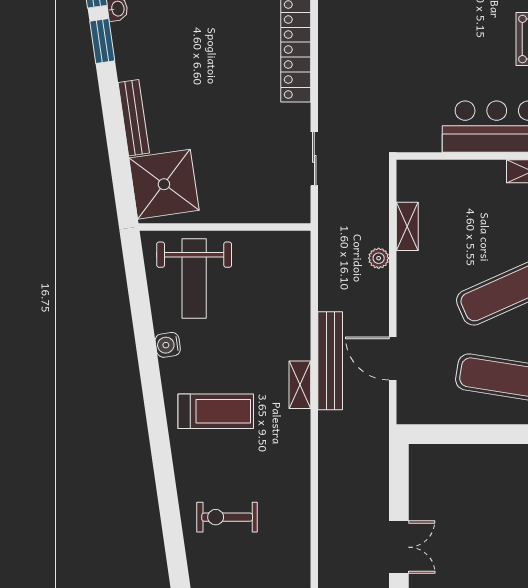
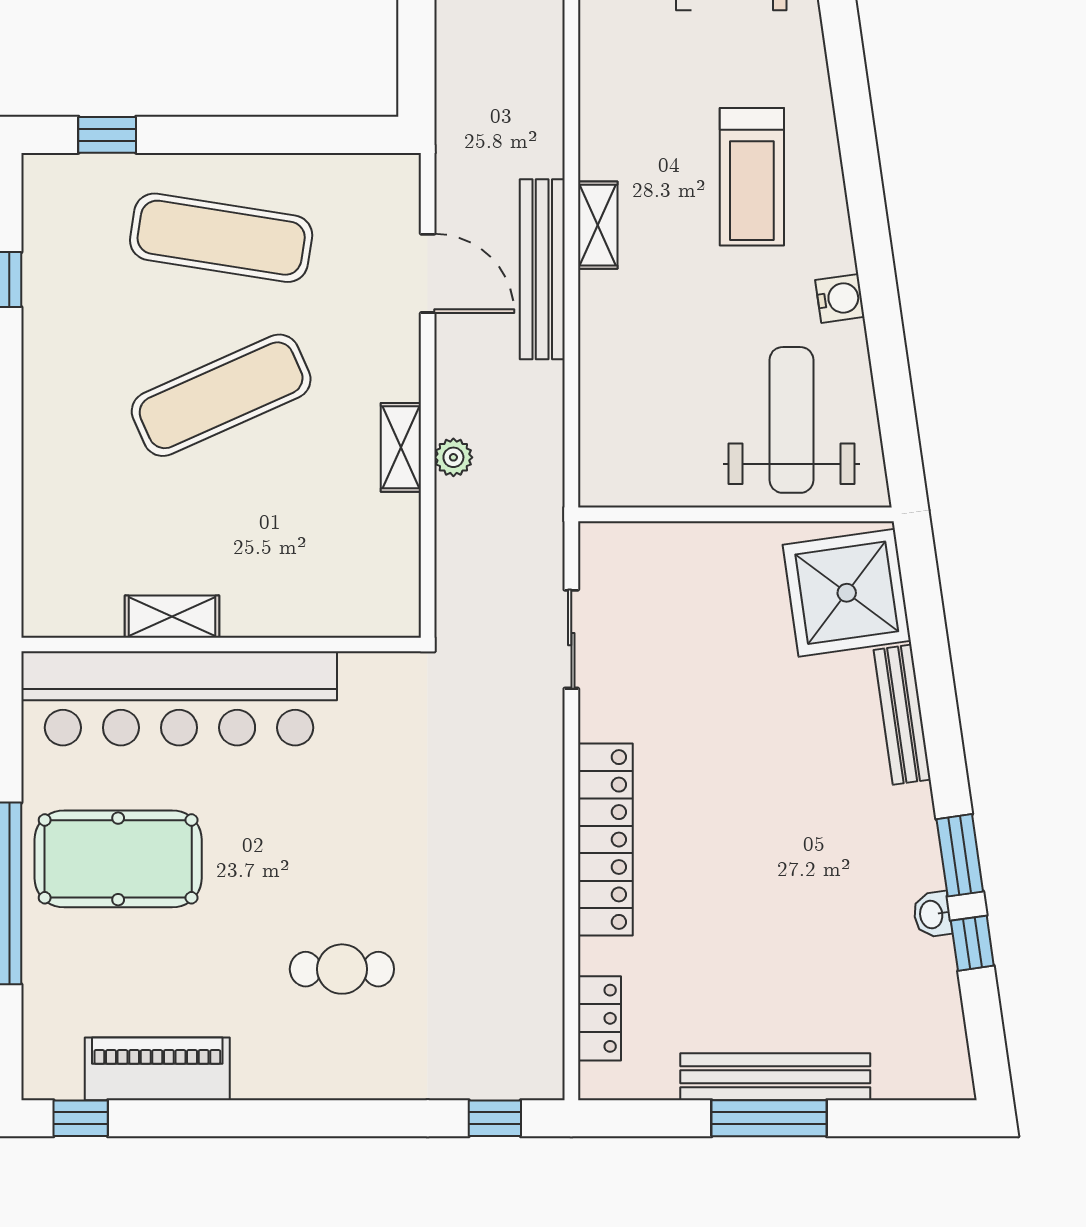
shelving: (407, 226) -> (401, 447), moved
treadmill: (216, 411) -> (752, 177), turned -90

